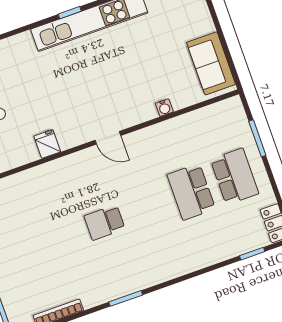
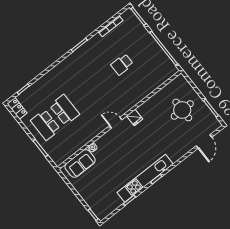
sofa: (211, 63) -> (80, 163), moved, turned 90
fridge: (47, 144) -> (135, 118), moved
school desk: (105, 222) -> (122, 64), moved, turned 180

